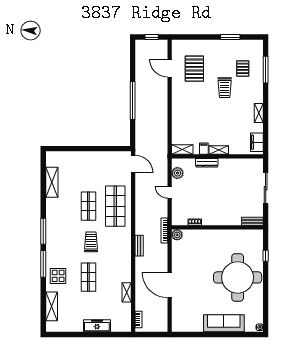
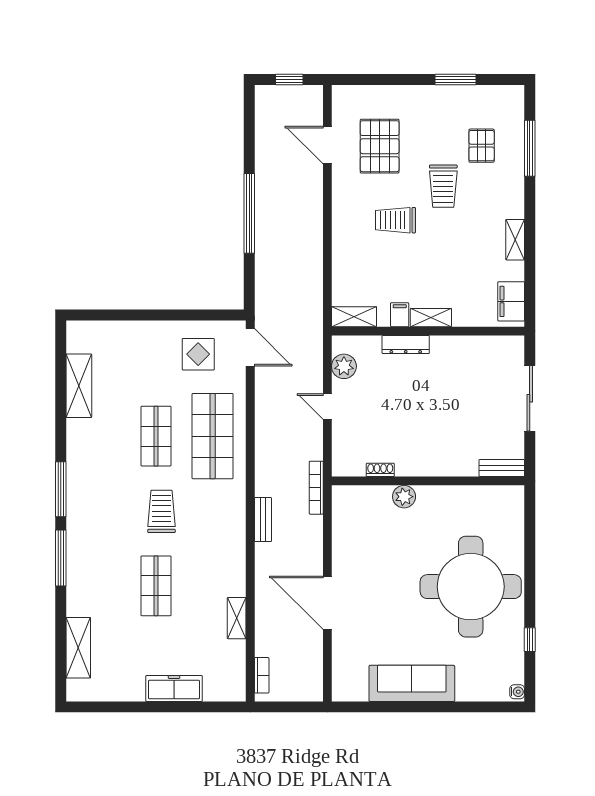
trolley: (202, 104) -> (395, 220), added
plant: (177, 235) -> (404, 497), moved
window: (266, 256) -> (530, 640), moved
display table: (58, 276) -> (198, 354), moved
sofa: (224, 323) -> (412, 683), moved

